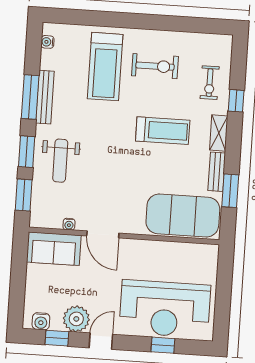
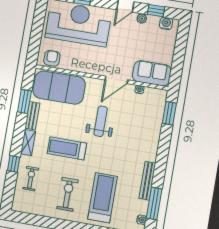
exercise bike: (155, 66) -> (68, 194), turned 90
window: (30, 97) -> (154, 204), moved
window: (27, 152) -> (164, 144), removed
weight bench: (60, 161) -> (101, 121), moved
door: (103, 234) -> (116, 80), swing flipped
armchair: (198, 256) -> (52, 58), added
plant: (76, 319) -> (142, 18), width x0.53, depth x0.53

